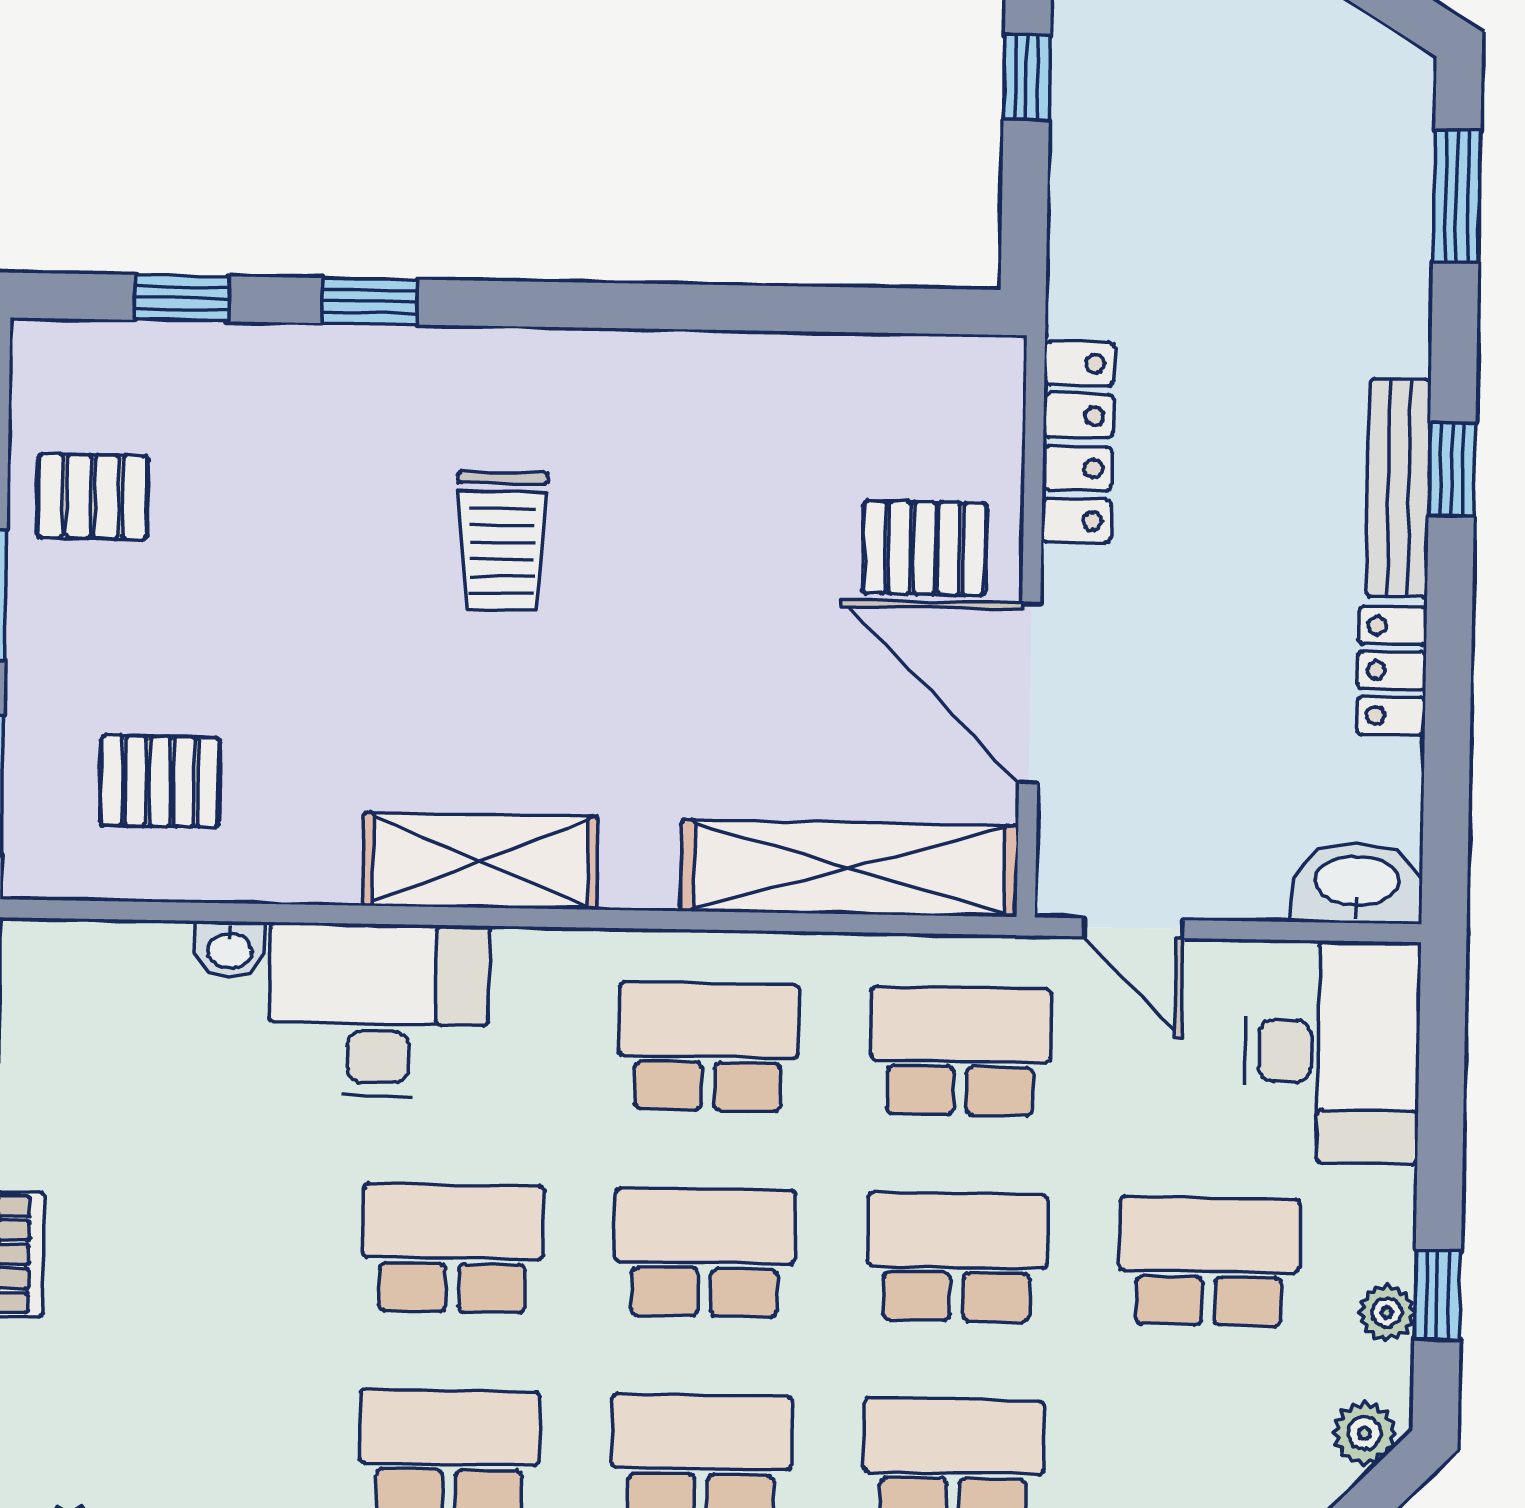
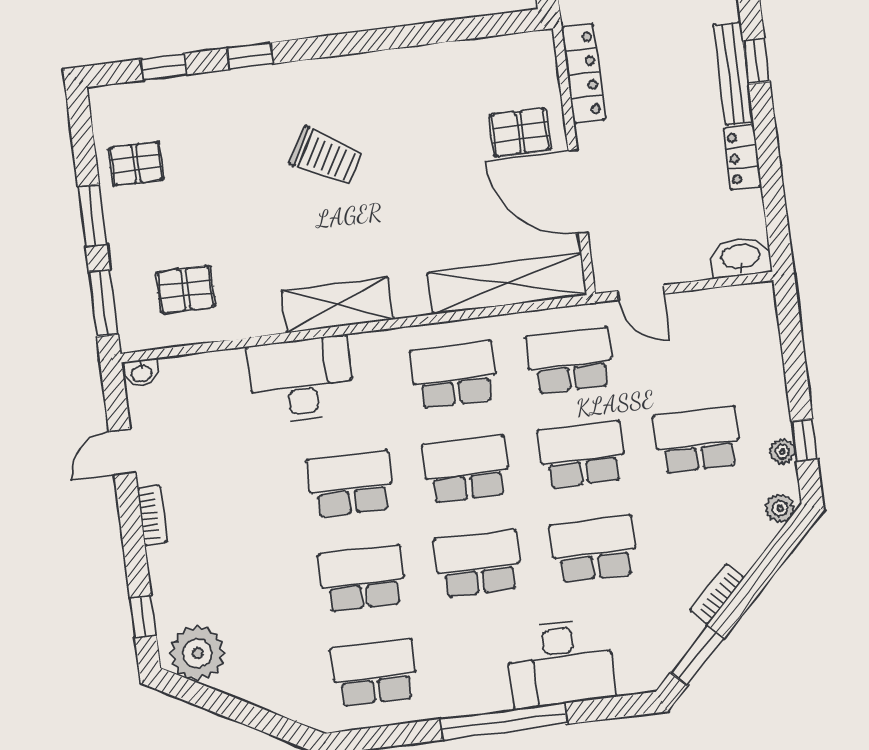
trolley: (502, 541) -> (326, 157), turned -60
washbasin: (229, 949) -> (141, 373), moved
desk: (1332, 1052) -> (740, 336), removed

